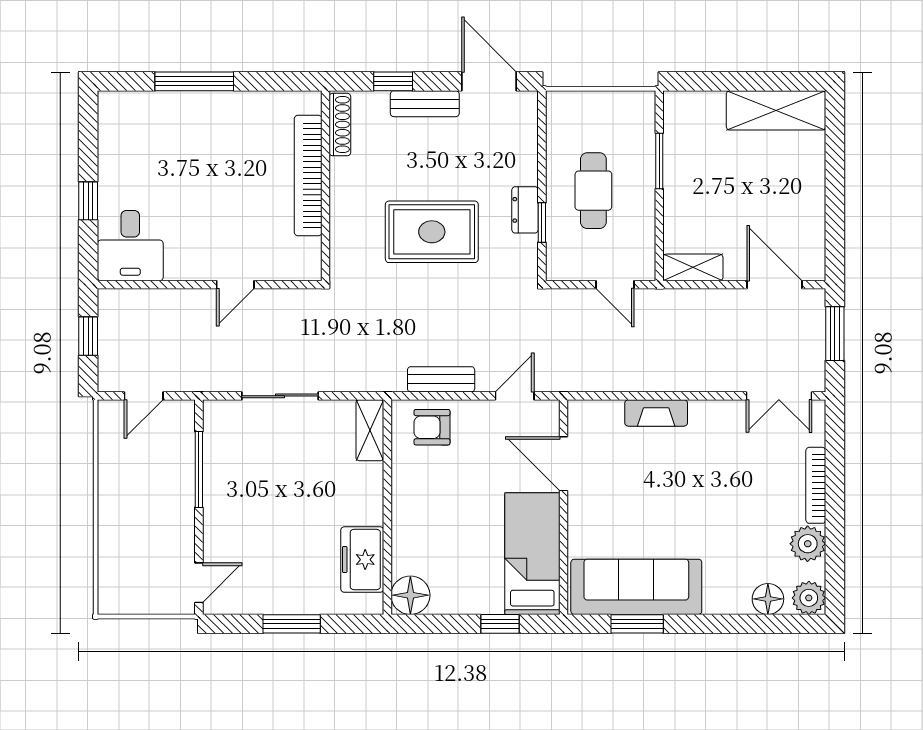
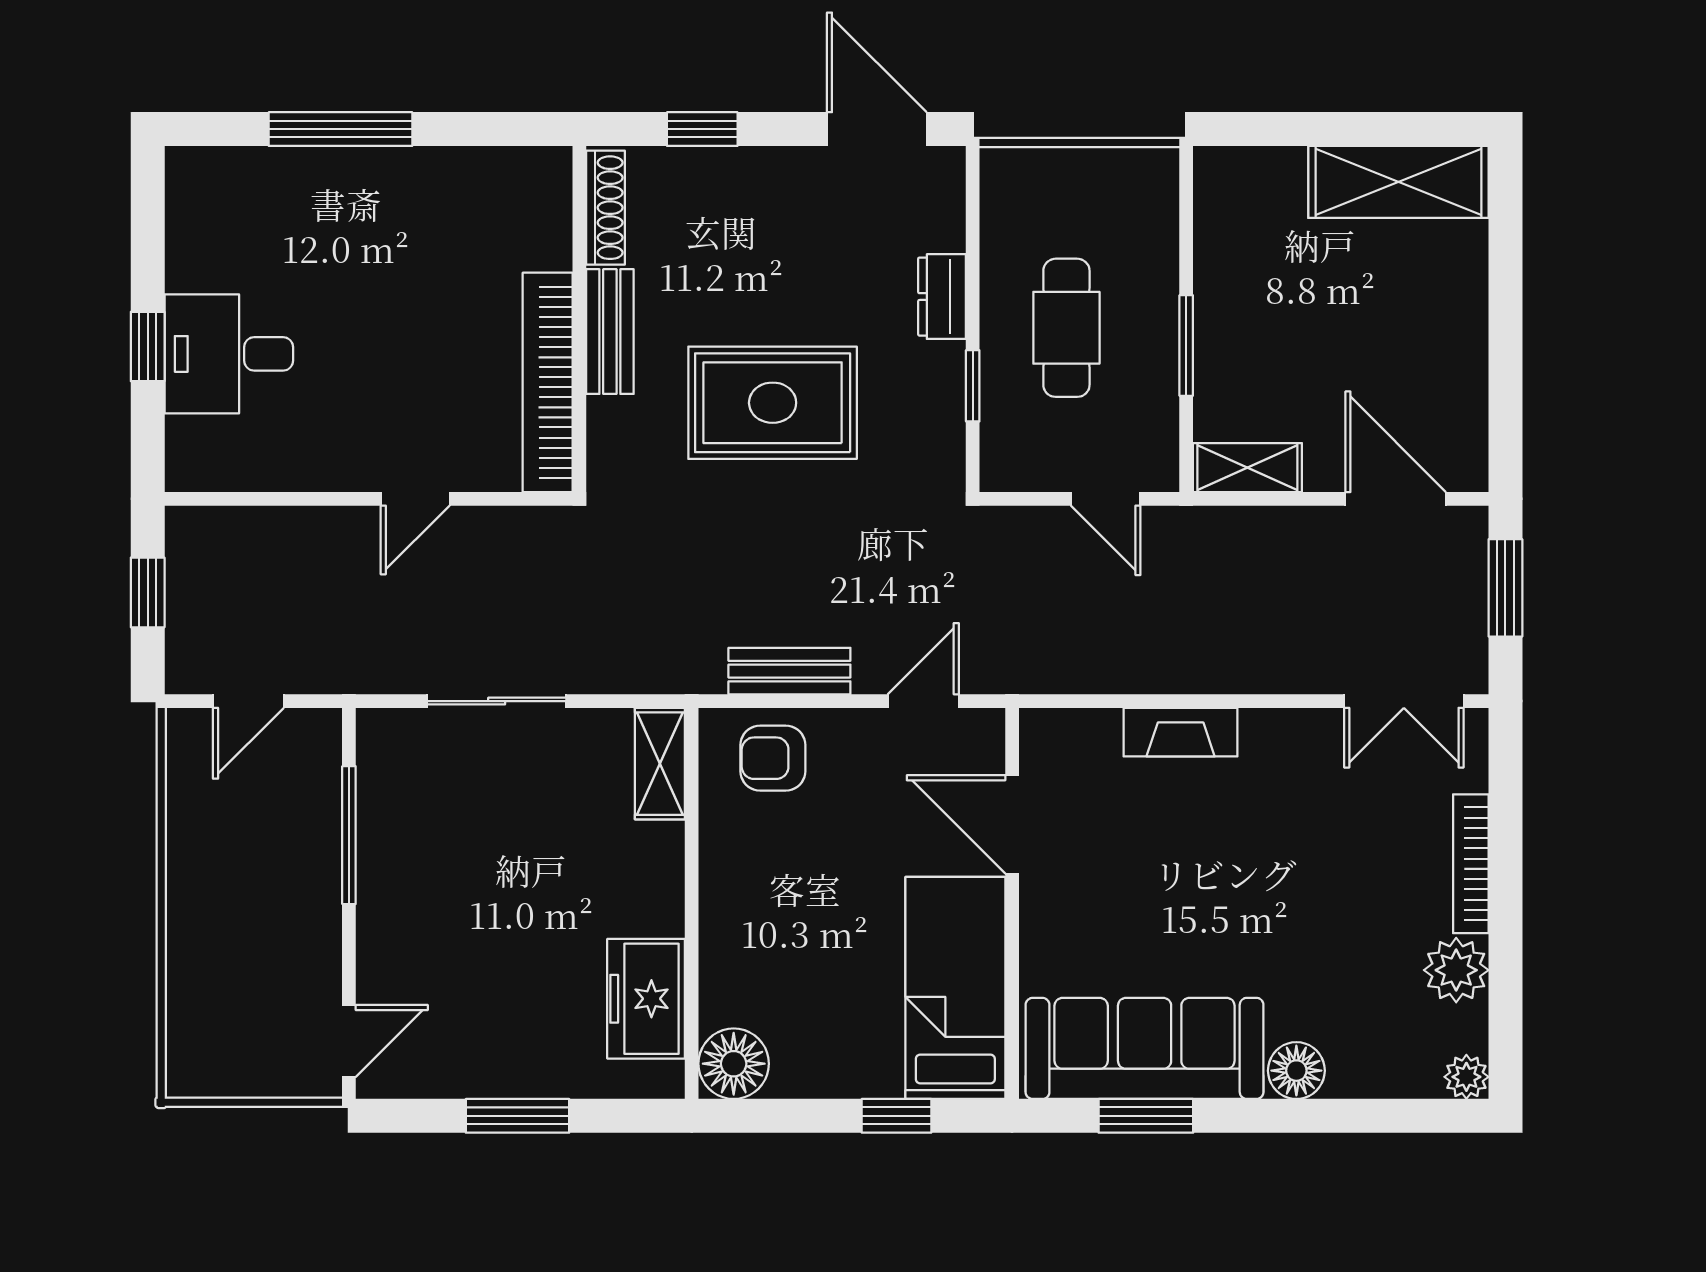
bench: (425, 104) -> (610, 332), moved, turned 90
window: (659, 161) -> (1186, 346), moved
bookcase: (308, 176) -> (548, 382), moved
dresser: (525, 210) -> (942, 297), moved
desk: (130, 246) -> (229, 354), moved, turned 90
plant: (809, 598) -> (1466, 1077), width x0.73, depth x0.73
floor lamp: (768, 599) -> (1296, 1071), moved

